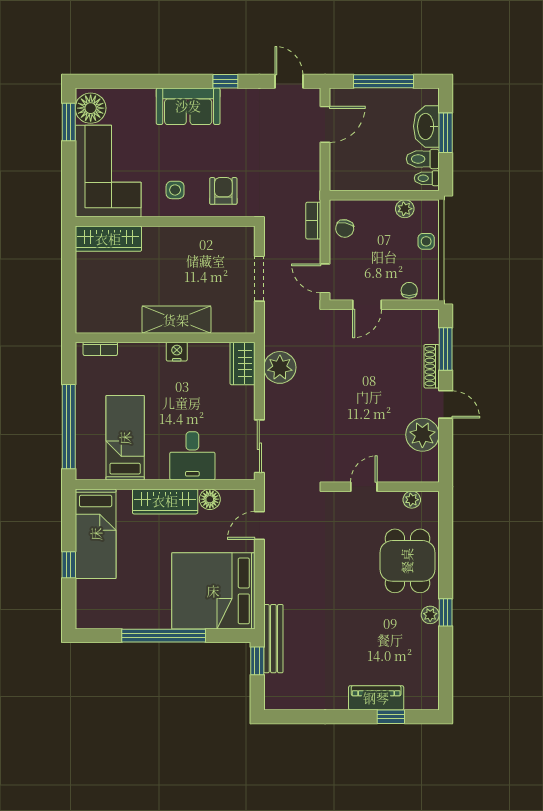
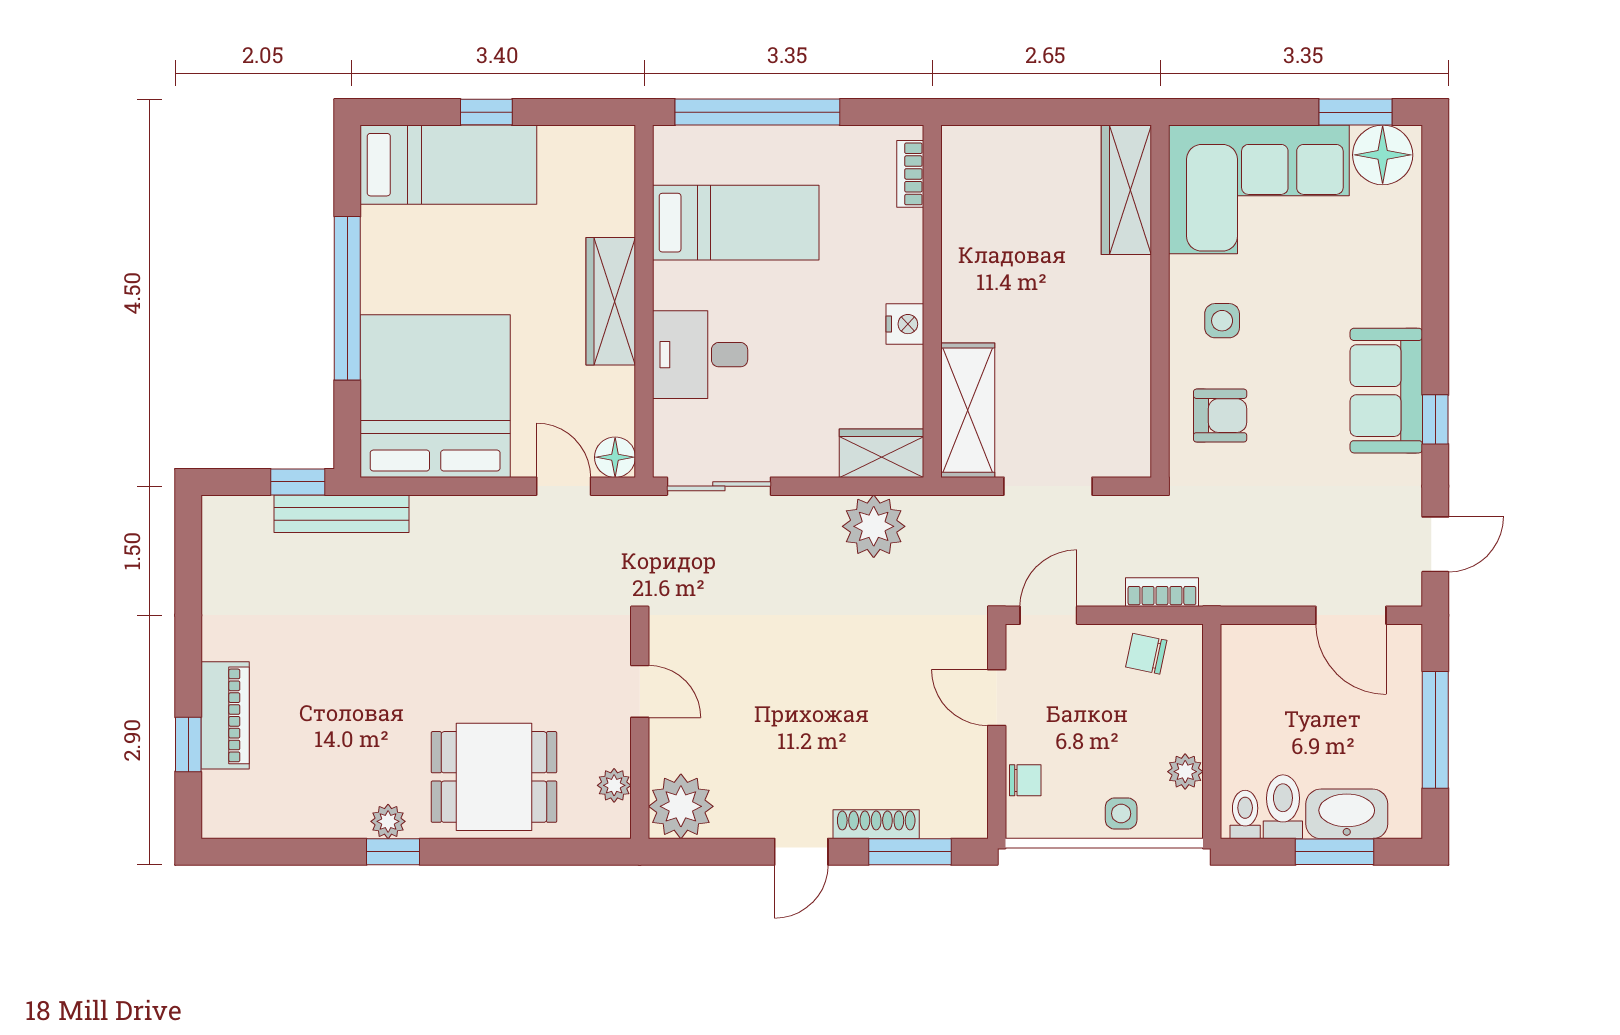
sofa: (188, 106) -> (1386, 391), moved
shelving: (176, 320) -> (968, 410), moved
plant: (422, 435) -> (681, 806), moved
floor lamp: (210, 499) -> (615, 457), moved
bed: (96, 534) -> (448, 165), moved, turned 180

